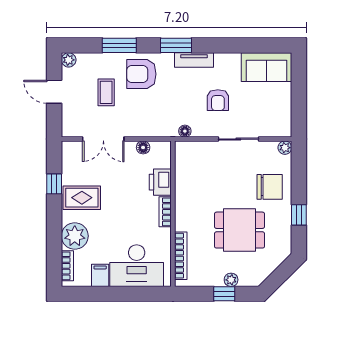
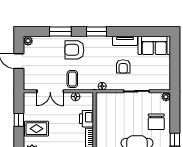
tv unit: (194, 60) -> (125, 41), moved
coffee table: (106, 92) -> (72, 79), moved
chair: (270, 187) -> (156, 122), turned 90

